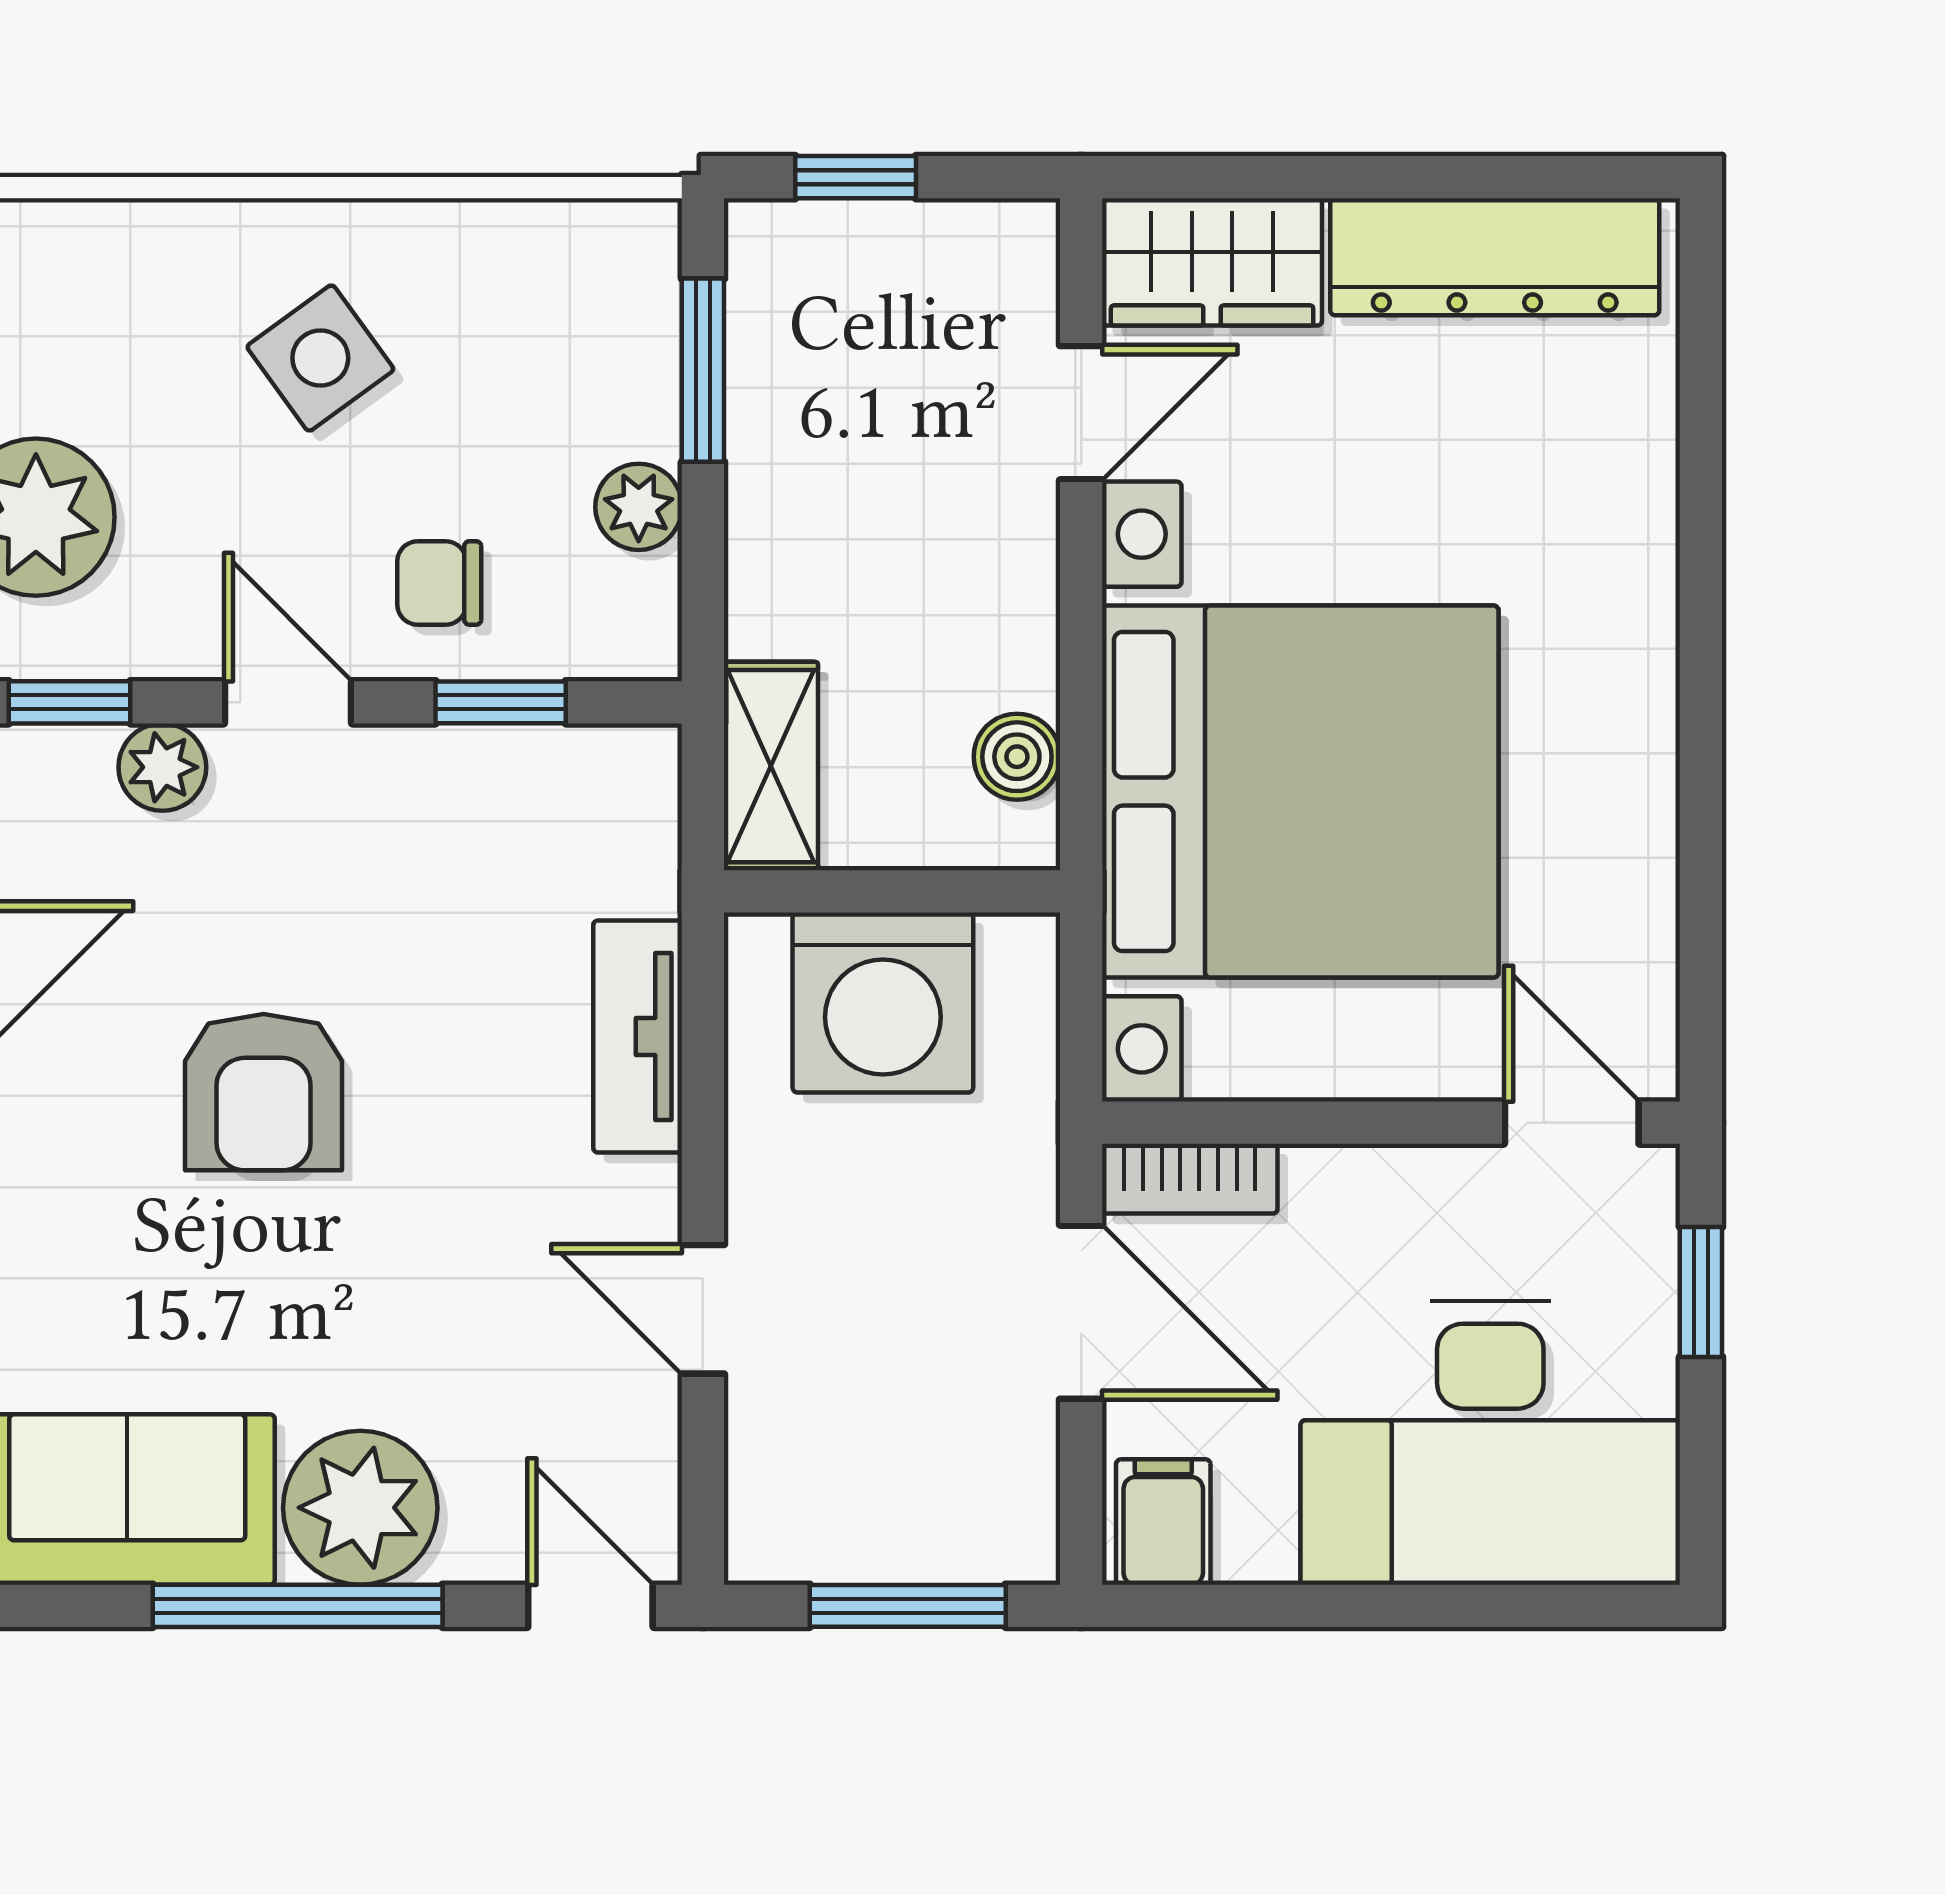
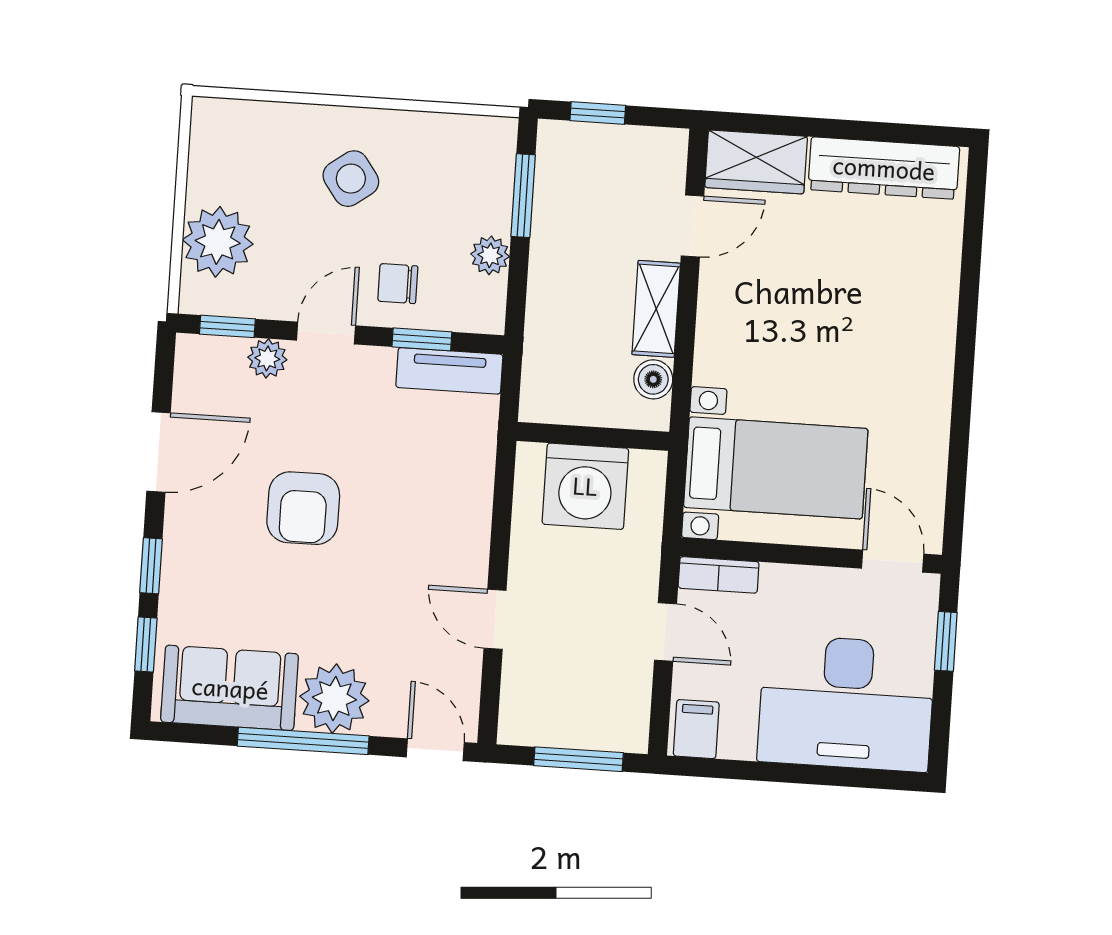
door: (288, 702) -> (326, 333), hinge flipped
shelving: (771, 766) -> (656, 309), moved
bed with nightstands: (1300, 792) -> (776, 468), width x0.54
tv unit: (638, 1037) -> (449, 371), moved, turned -90
door: (1081, 1312) -> (666, 632), width x0.73

